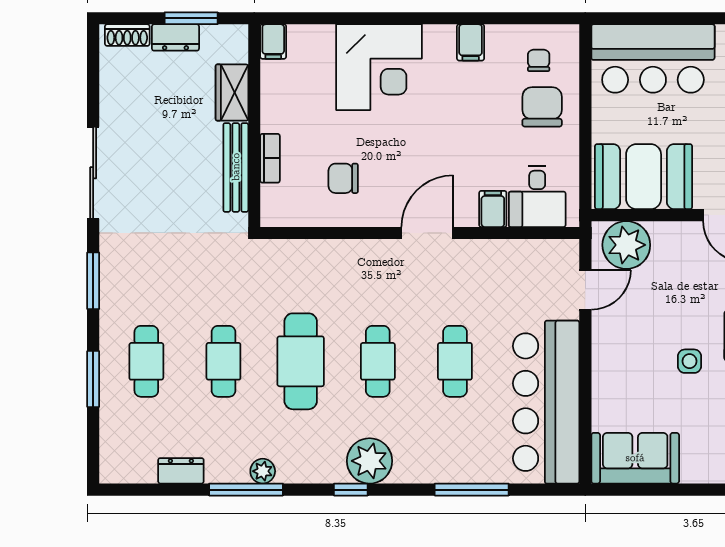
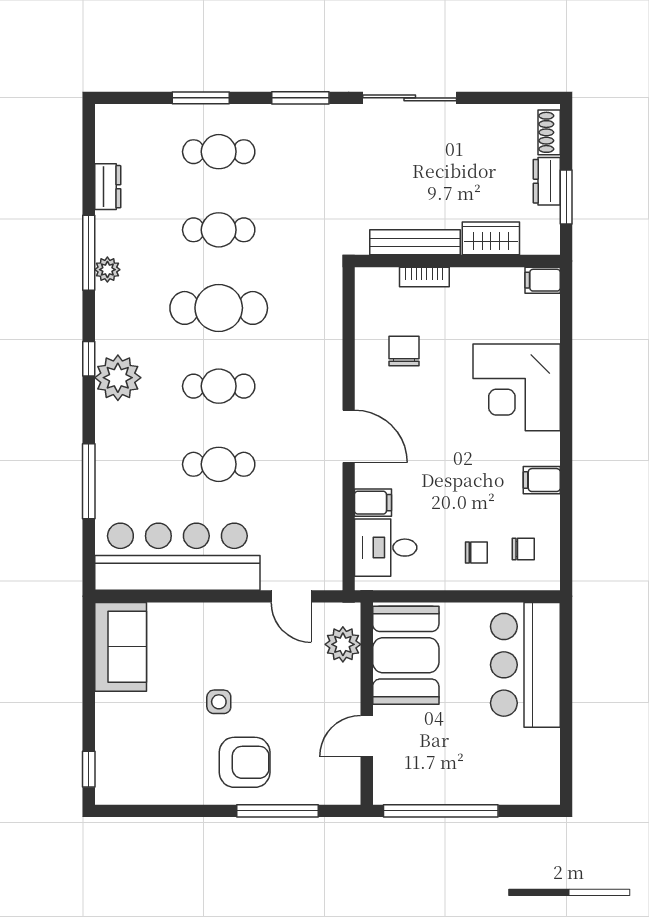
chair: (542, 107) -> (476, 553), width x0.54, depth x0.54
plant: (626, 245) -> (343, 644), width x0.73, depth x0.73

